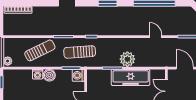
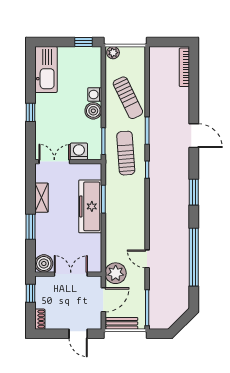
door: (155, 37) -> (147, 259), swing flipped
plant: (127, 59) -> (116, 273), moved
washing machine: (78, 75) -> (79, 151), moved
freezer: (131, 77) -> (90, 206), moved

